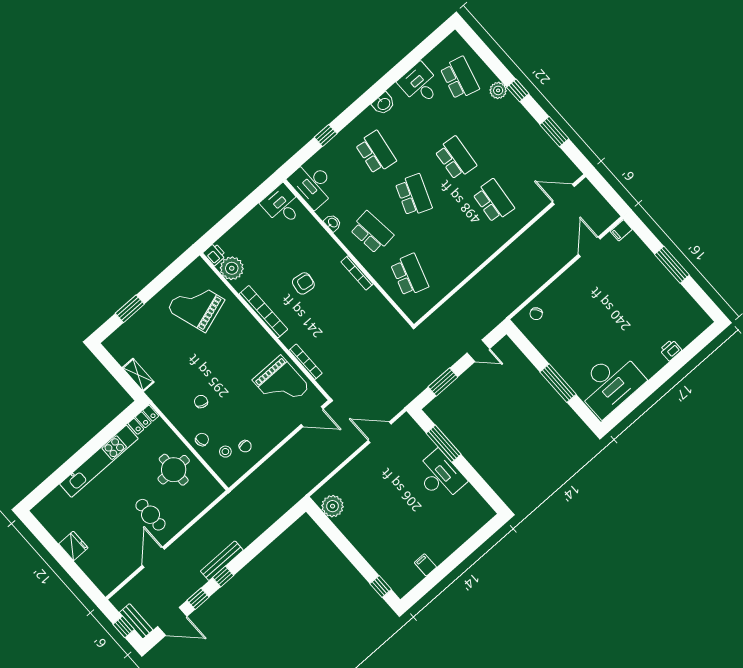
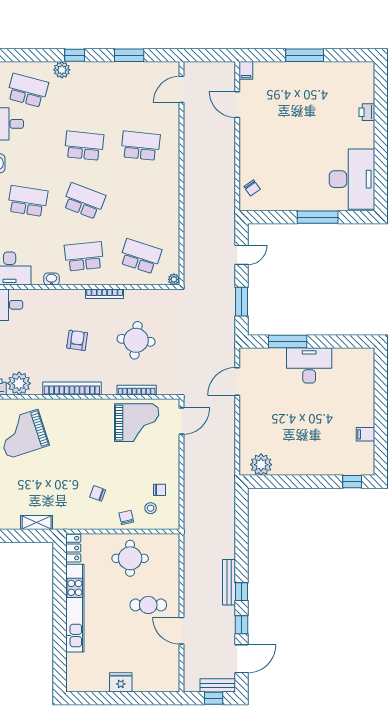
plant: (414, 316) -> (174, 279), added
round table: (343, 328) -> (136, 340), added

